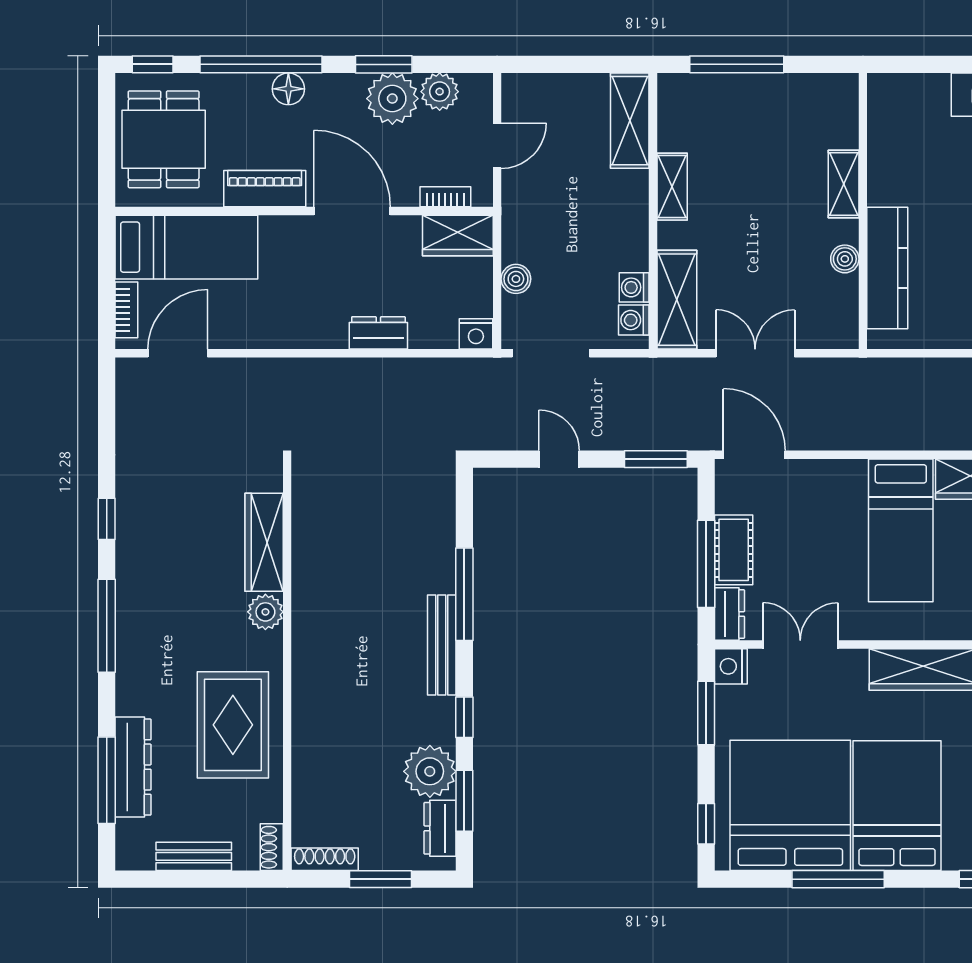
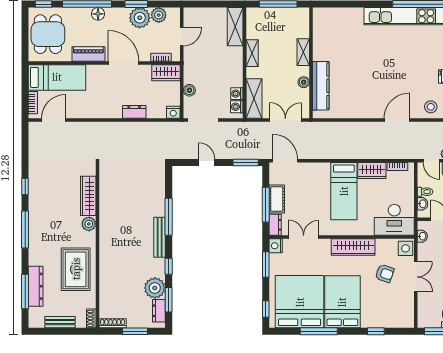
shelving: (844, 184) -> (303, 52), moved
wall: (863, 211) -> (311, 63), moved
boiler: (845, 259) -> (304, 82), moved
kitchen counter: (887, 268) -> (321, 86), moved

